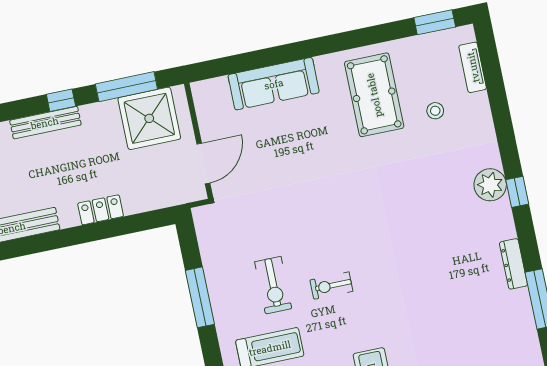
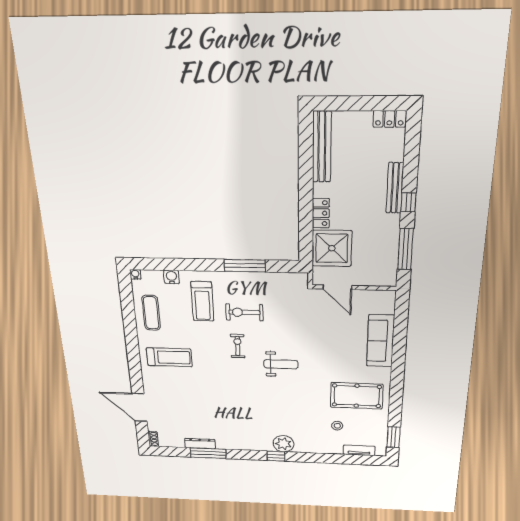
shower: (149, 118) -> (332, 248), moved
weight bench: (347, 217) -> (281, 364), added
dresser: (513, 264) -> (200, 444), moved

